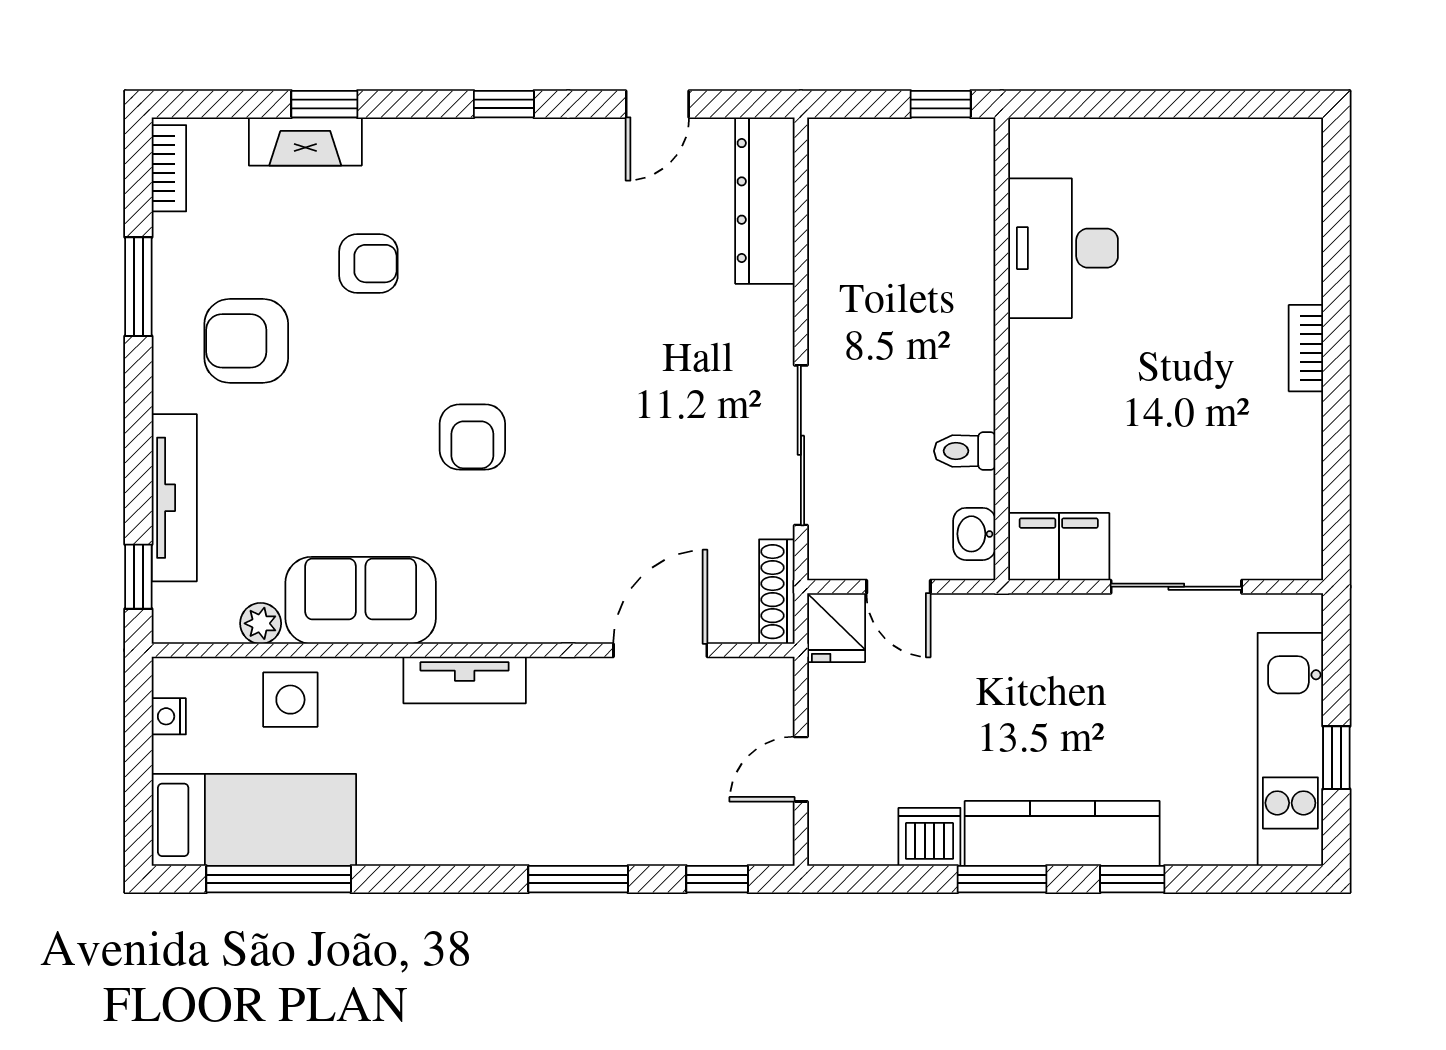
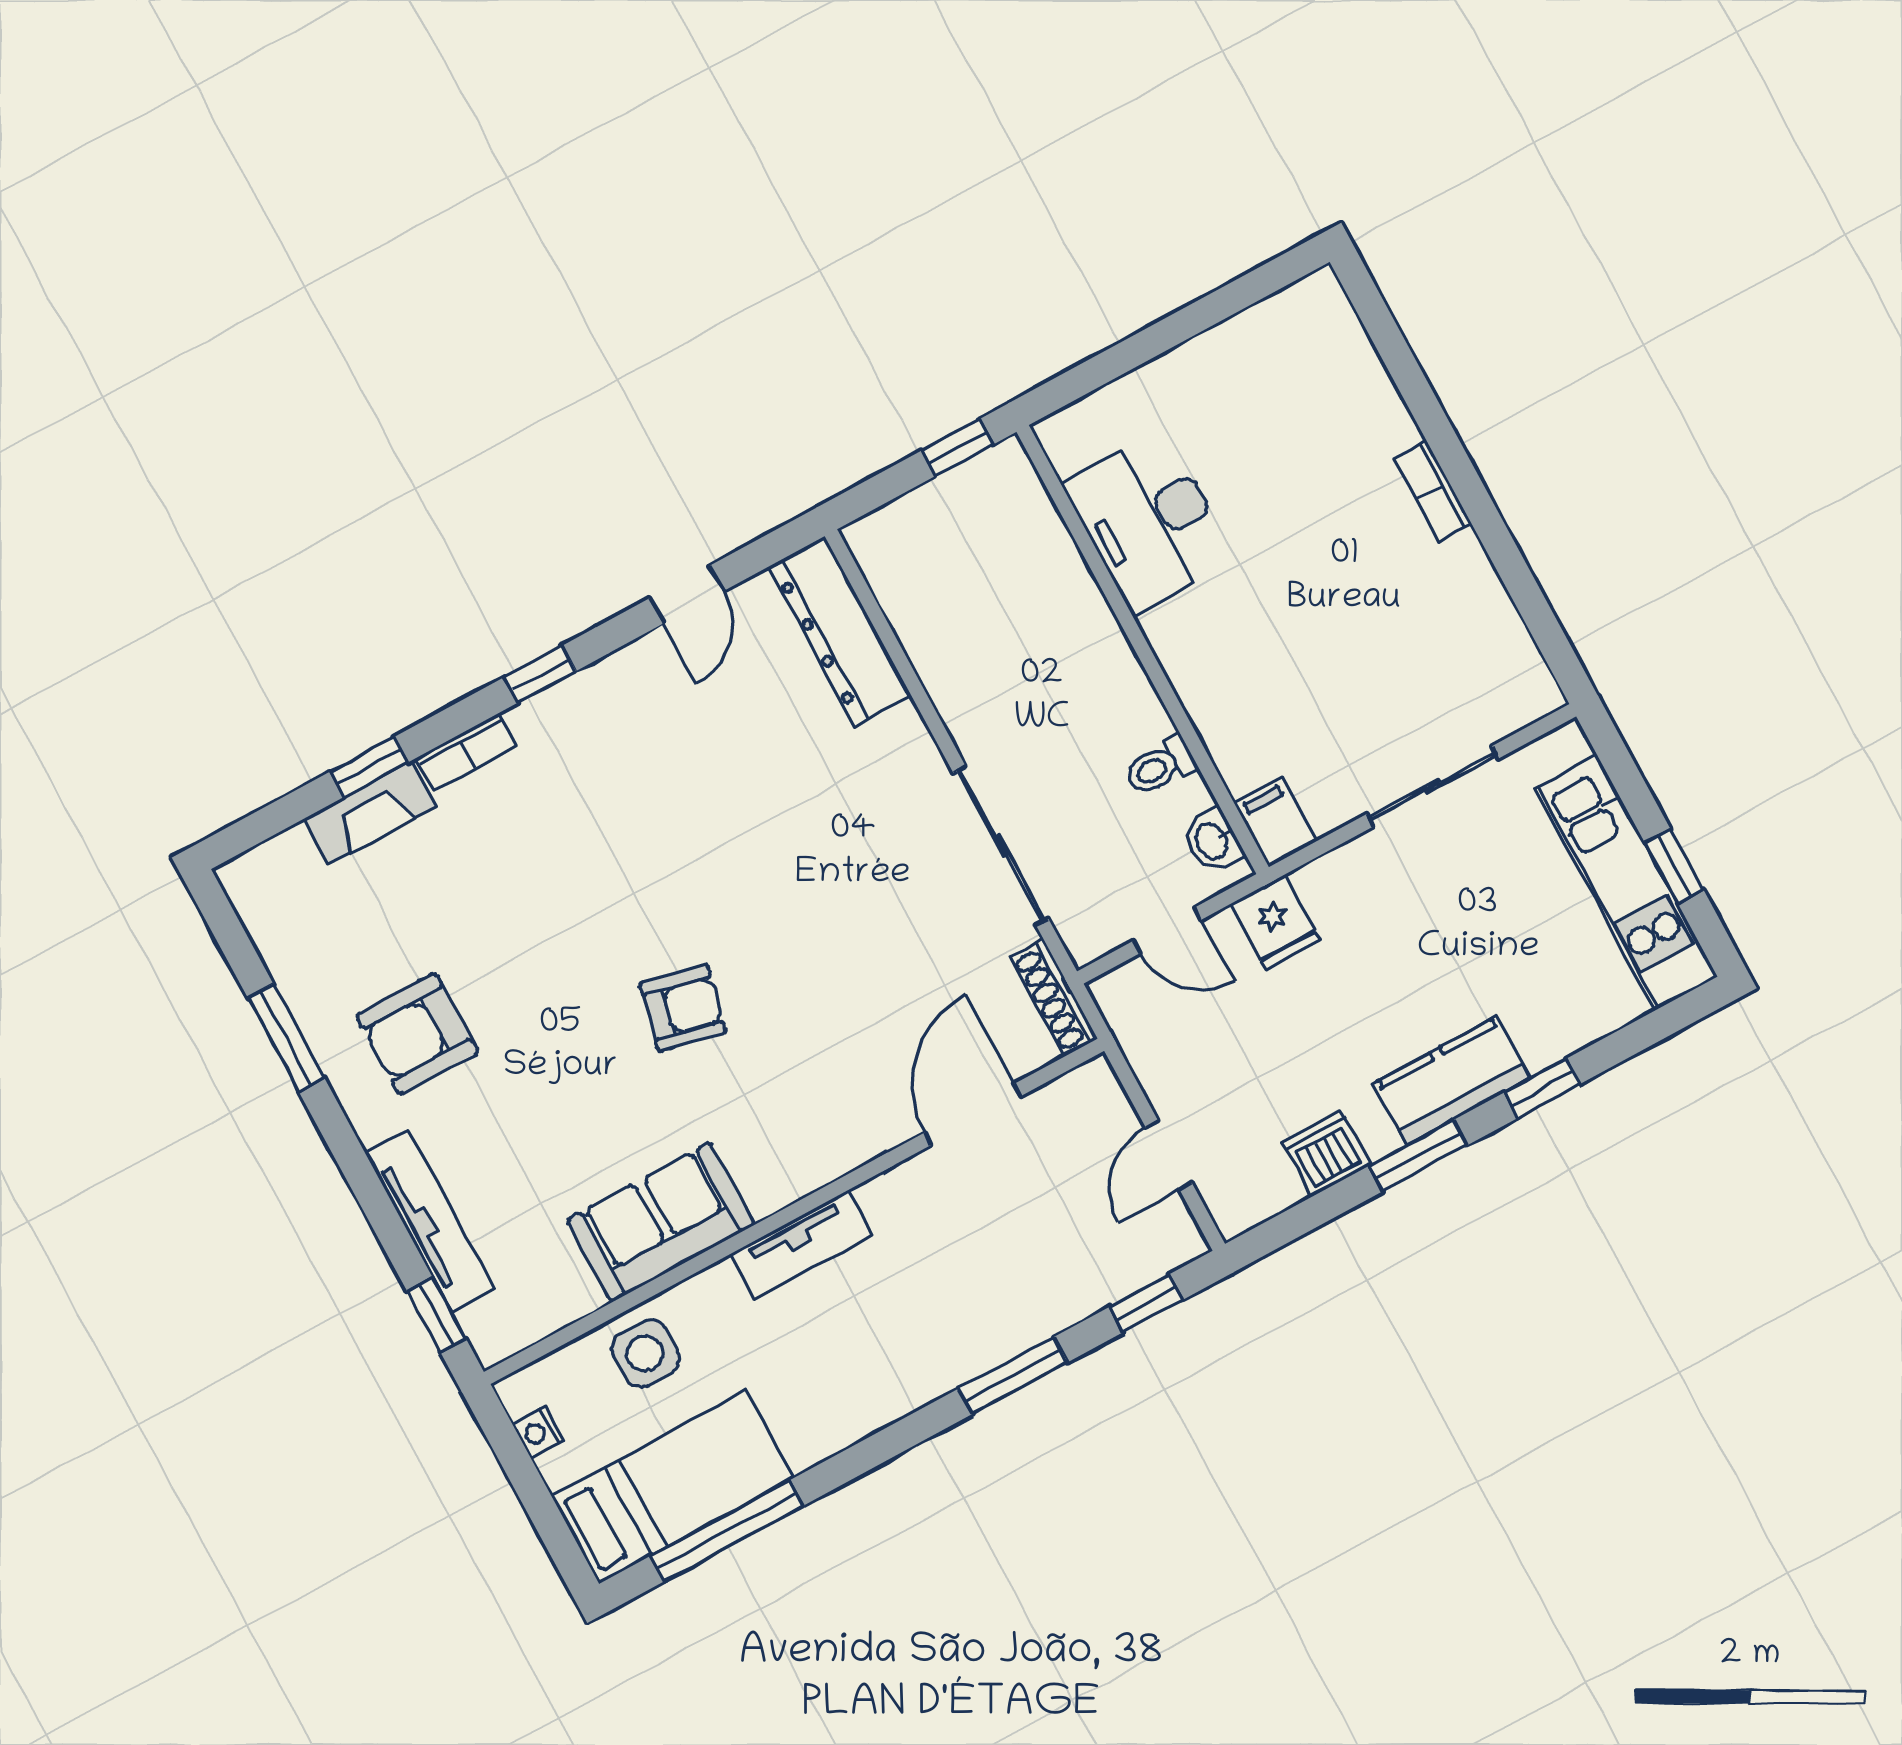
bookcase: (169, 168) -> (466, 752), moved, turned 90
armchair: (368, 264) -> (494, 896), removed
armchair: (472, 437) -> (683, 1008), turned -77
filing cabinet: (1059, 547) -> (1275, 822), width x0.50
plant: (261, 623) -> (577, 1296), removed
fridge: (836, 628) -> (1275, 922), moved
kitchen counter: (1062, 833) -> (1452, 1081), width x0.67

